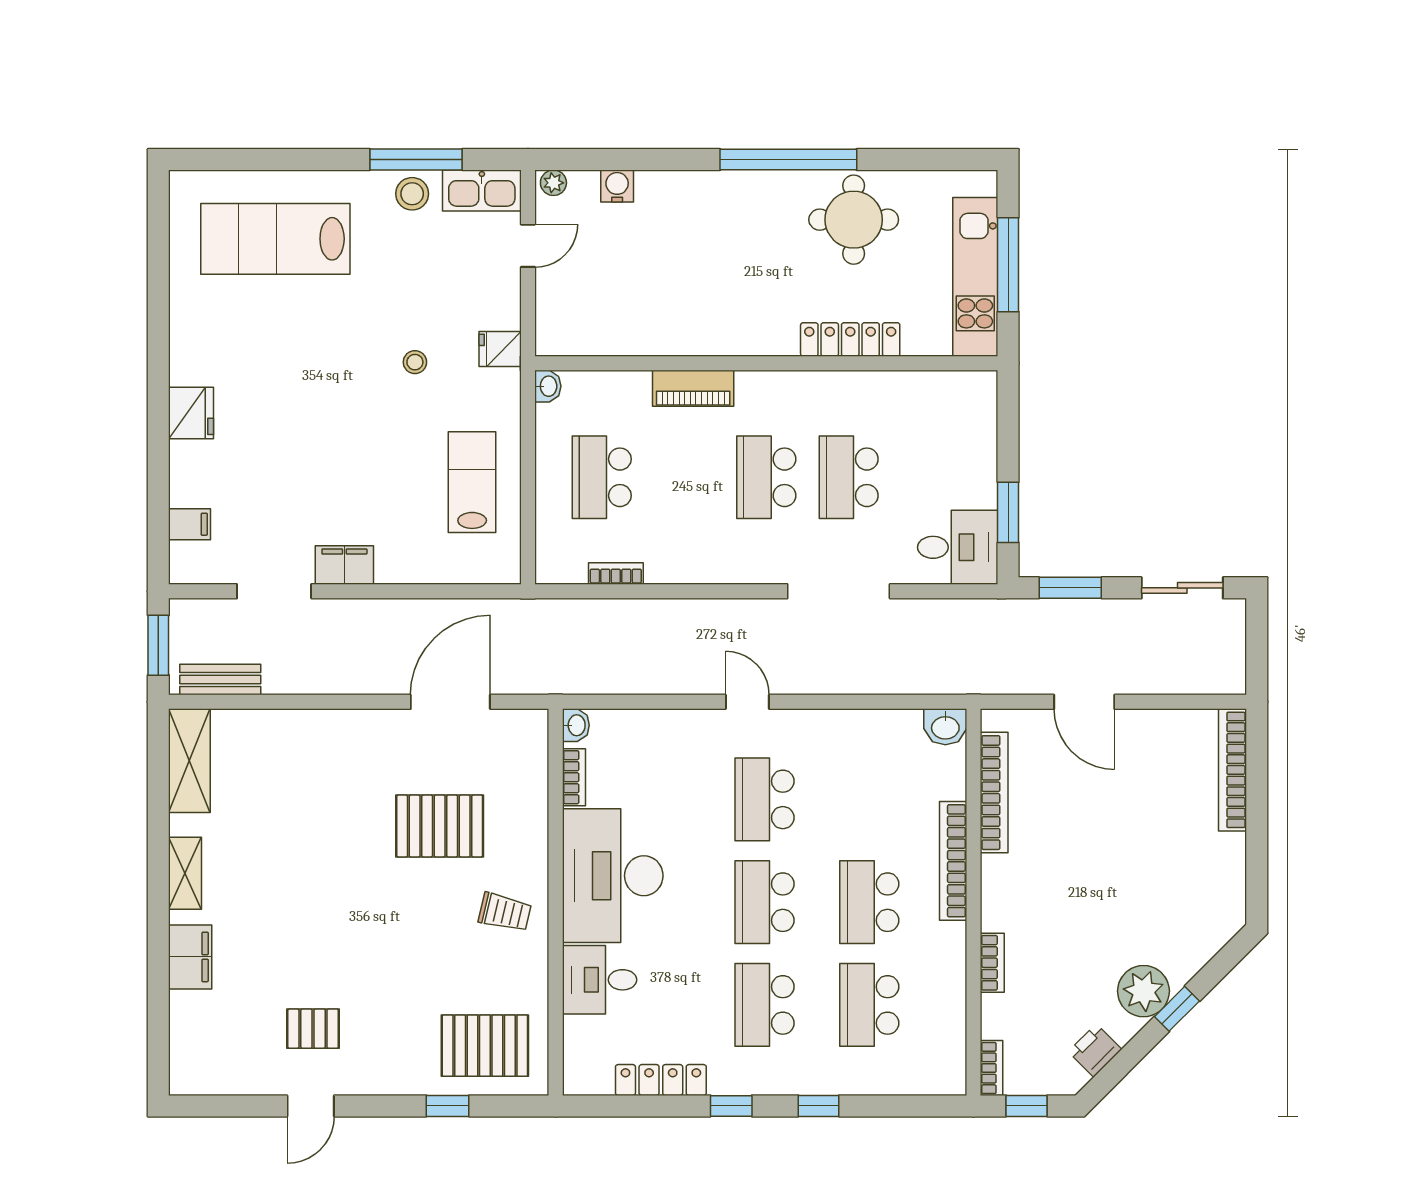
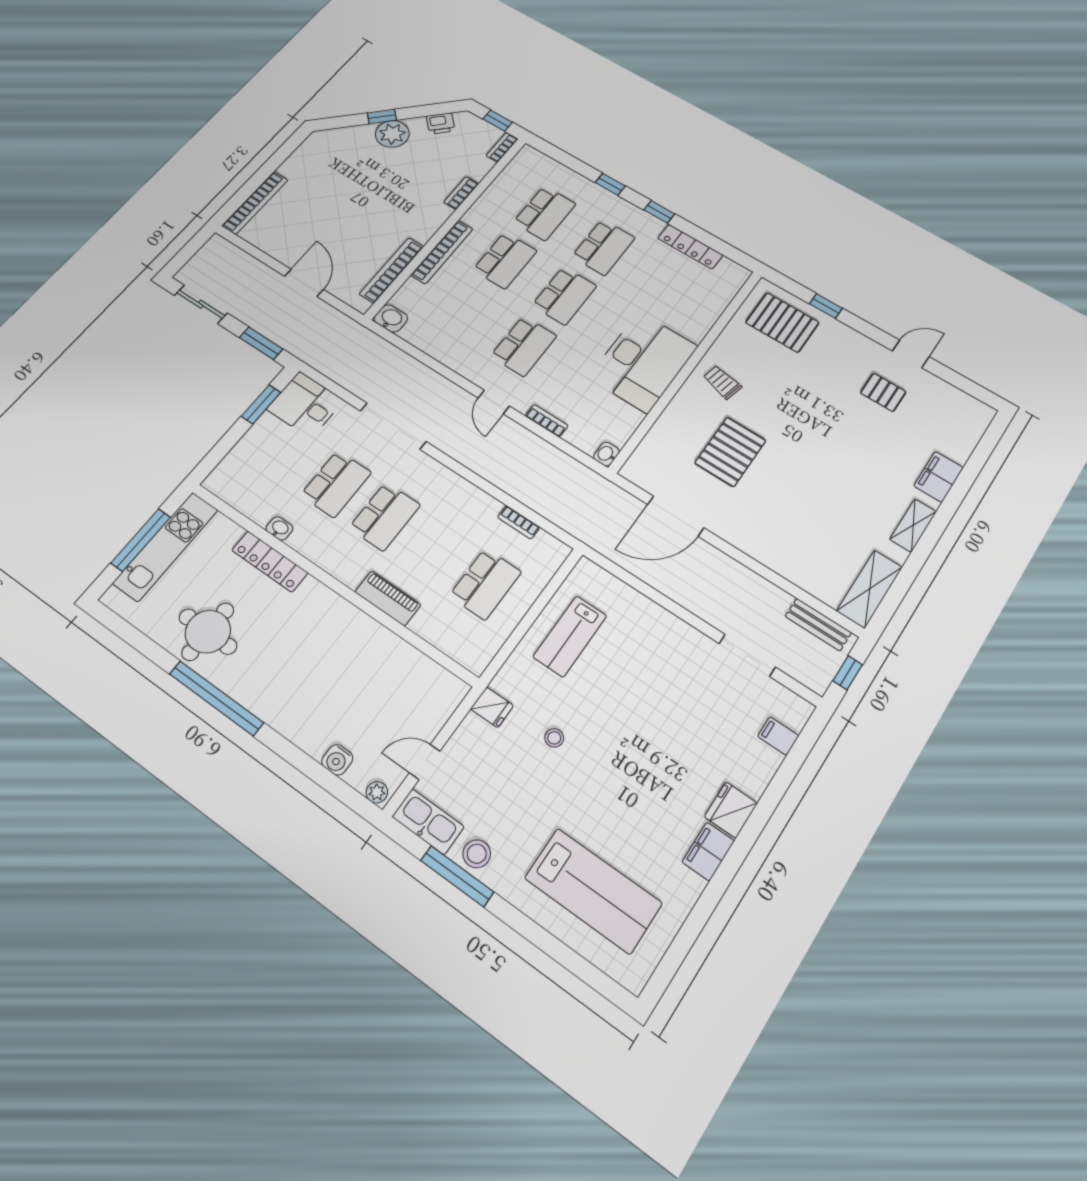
washbasin: (548, 386) -> (279, 528), moved, turned 90
filing cabinet: (344, 565) -> (708, 851), moved, turned 90
window: (158, 645) -> (848, 673), width x0.67
bookcase: (574, 777) -> (547, 421), moved, turned 90
pallet: (440, 826) -> (730, 452), turned 90
desk: (600, 980) -> (690, 315), removed

